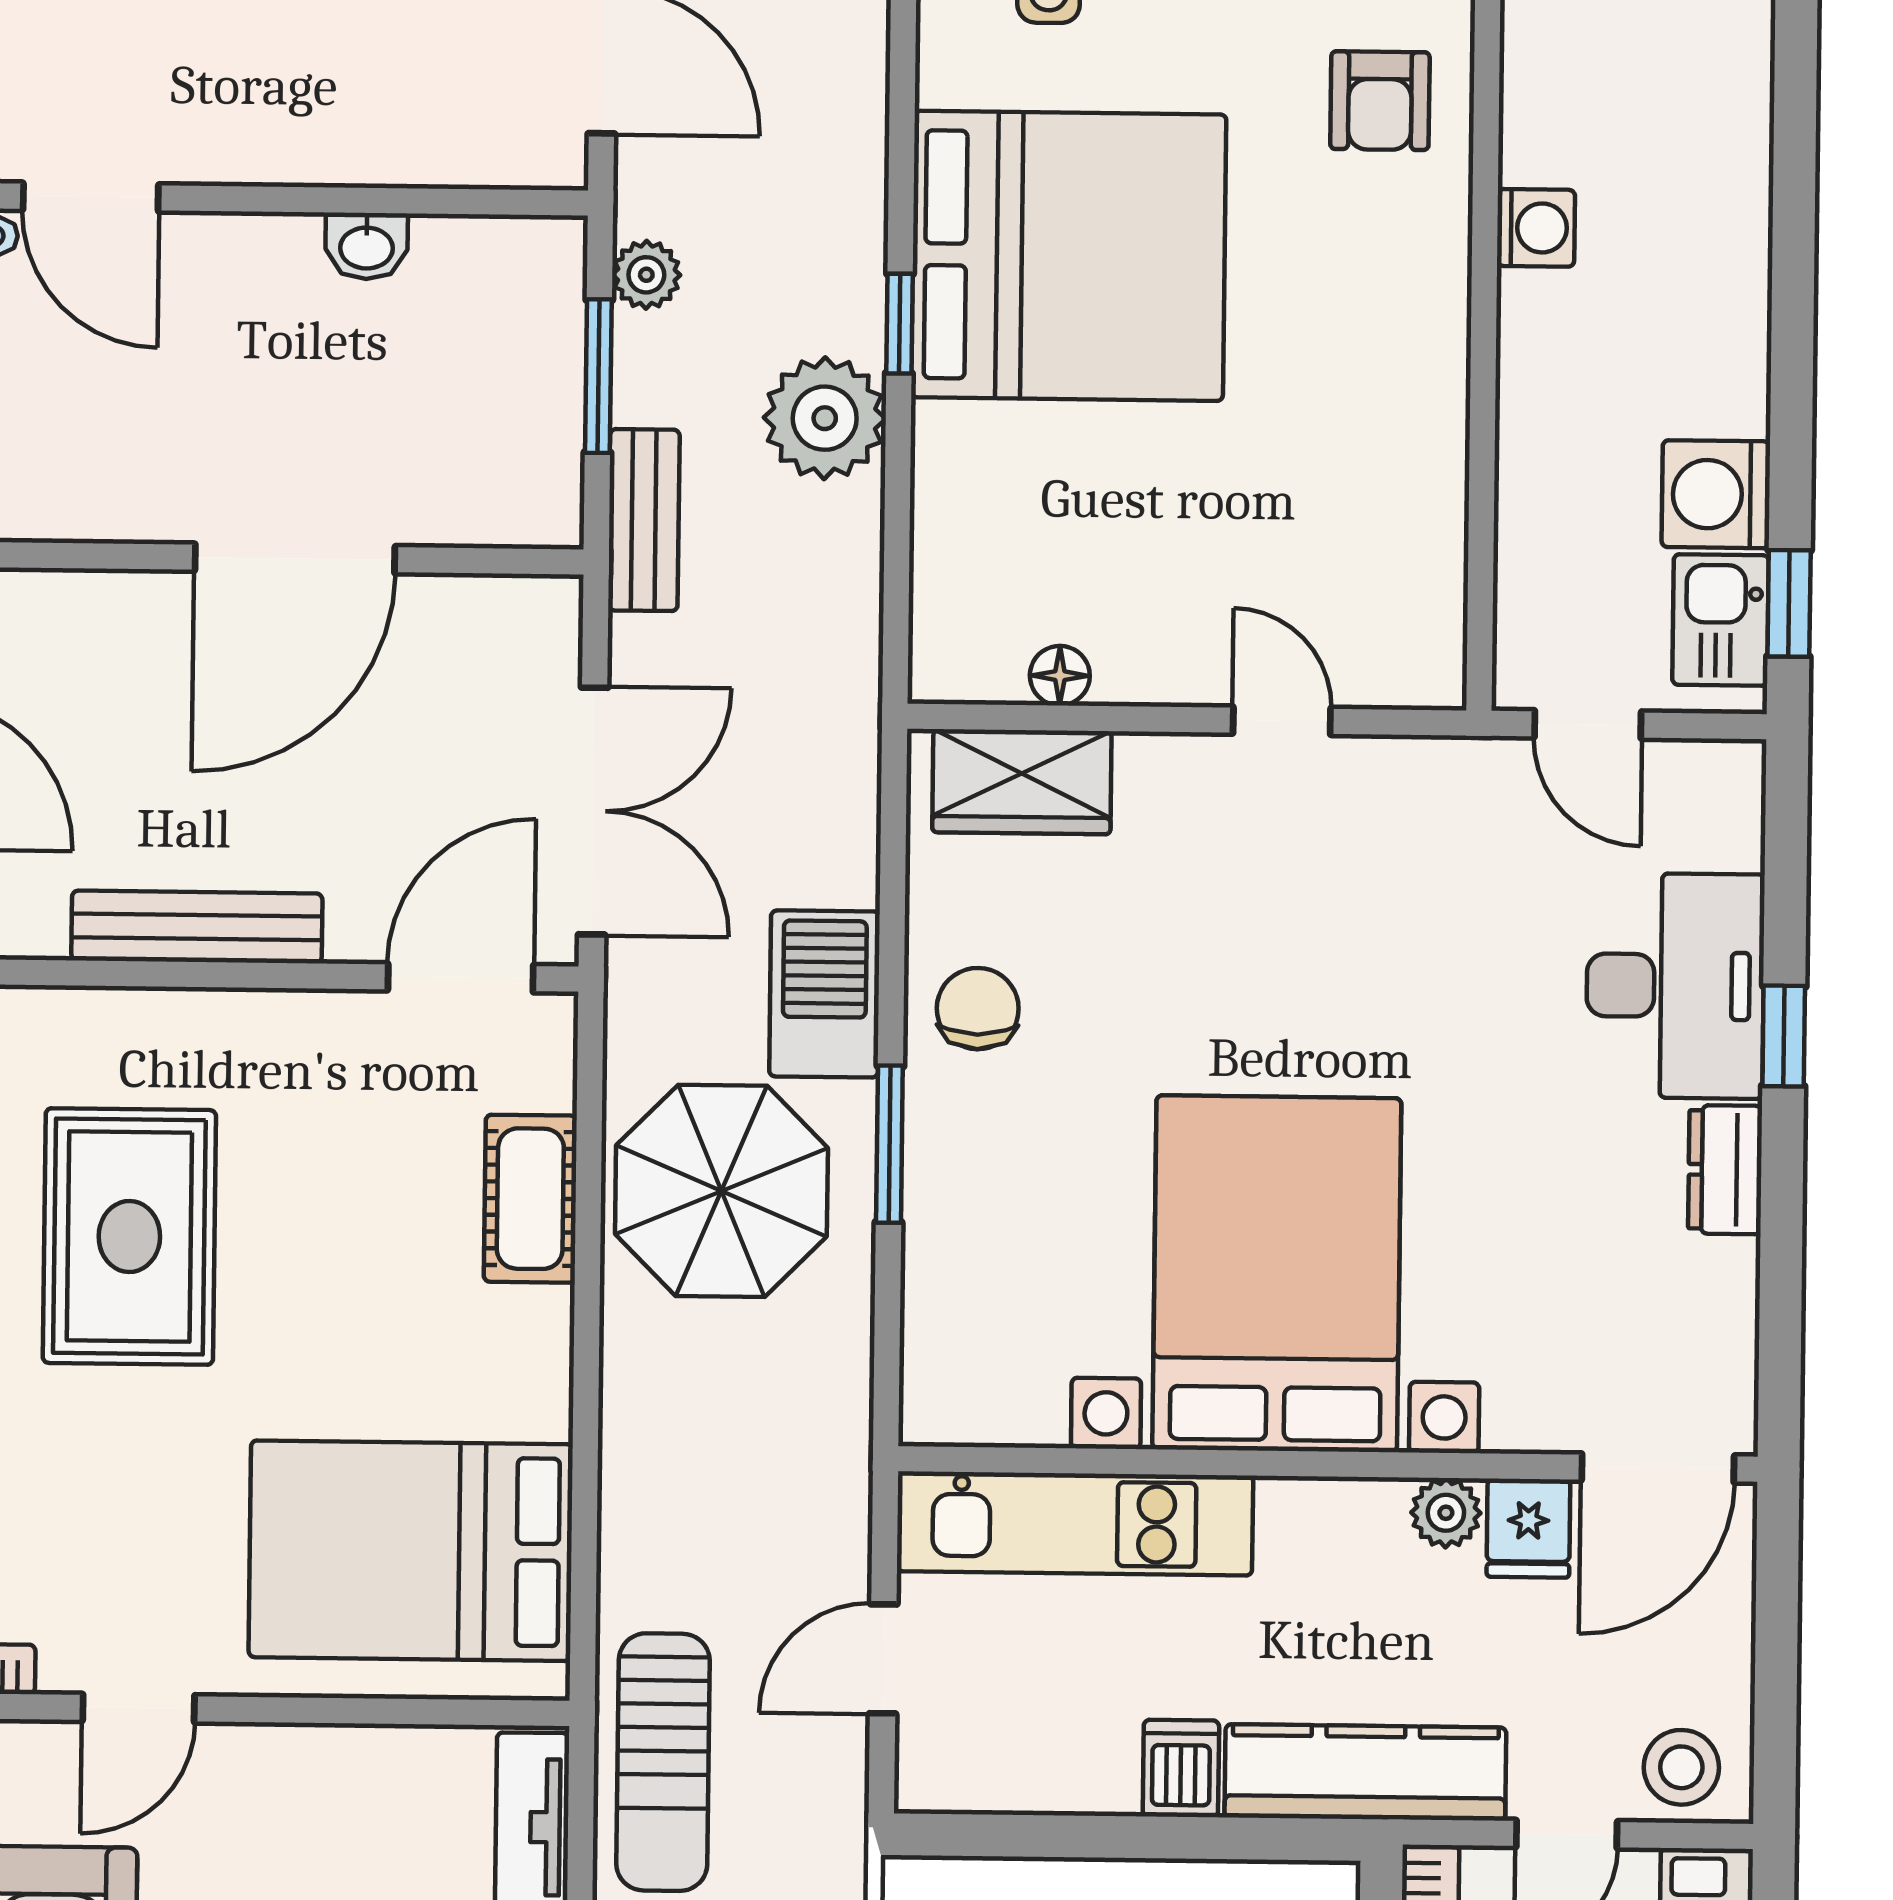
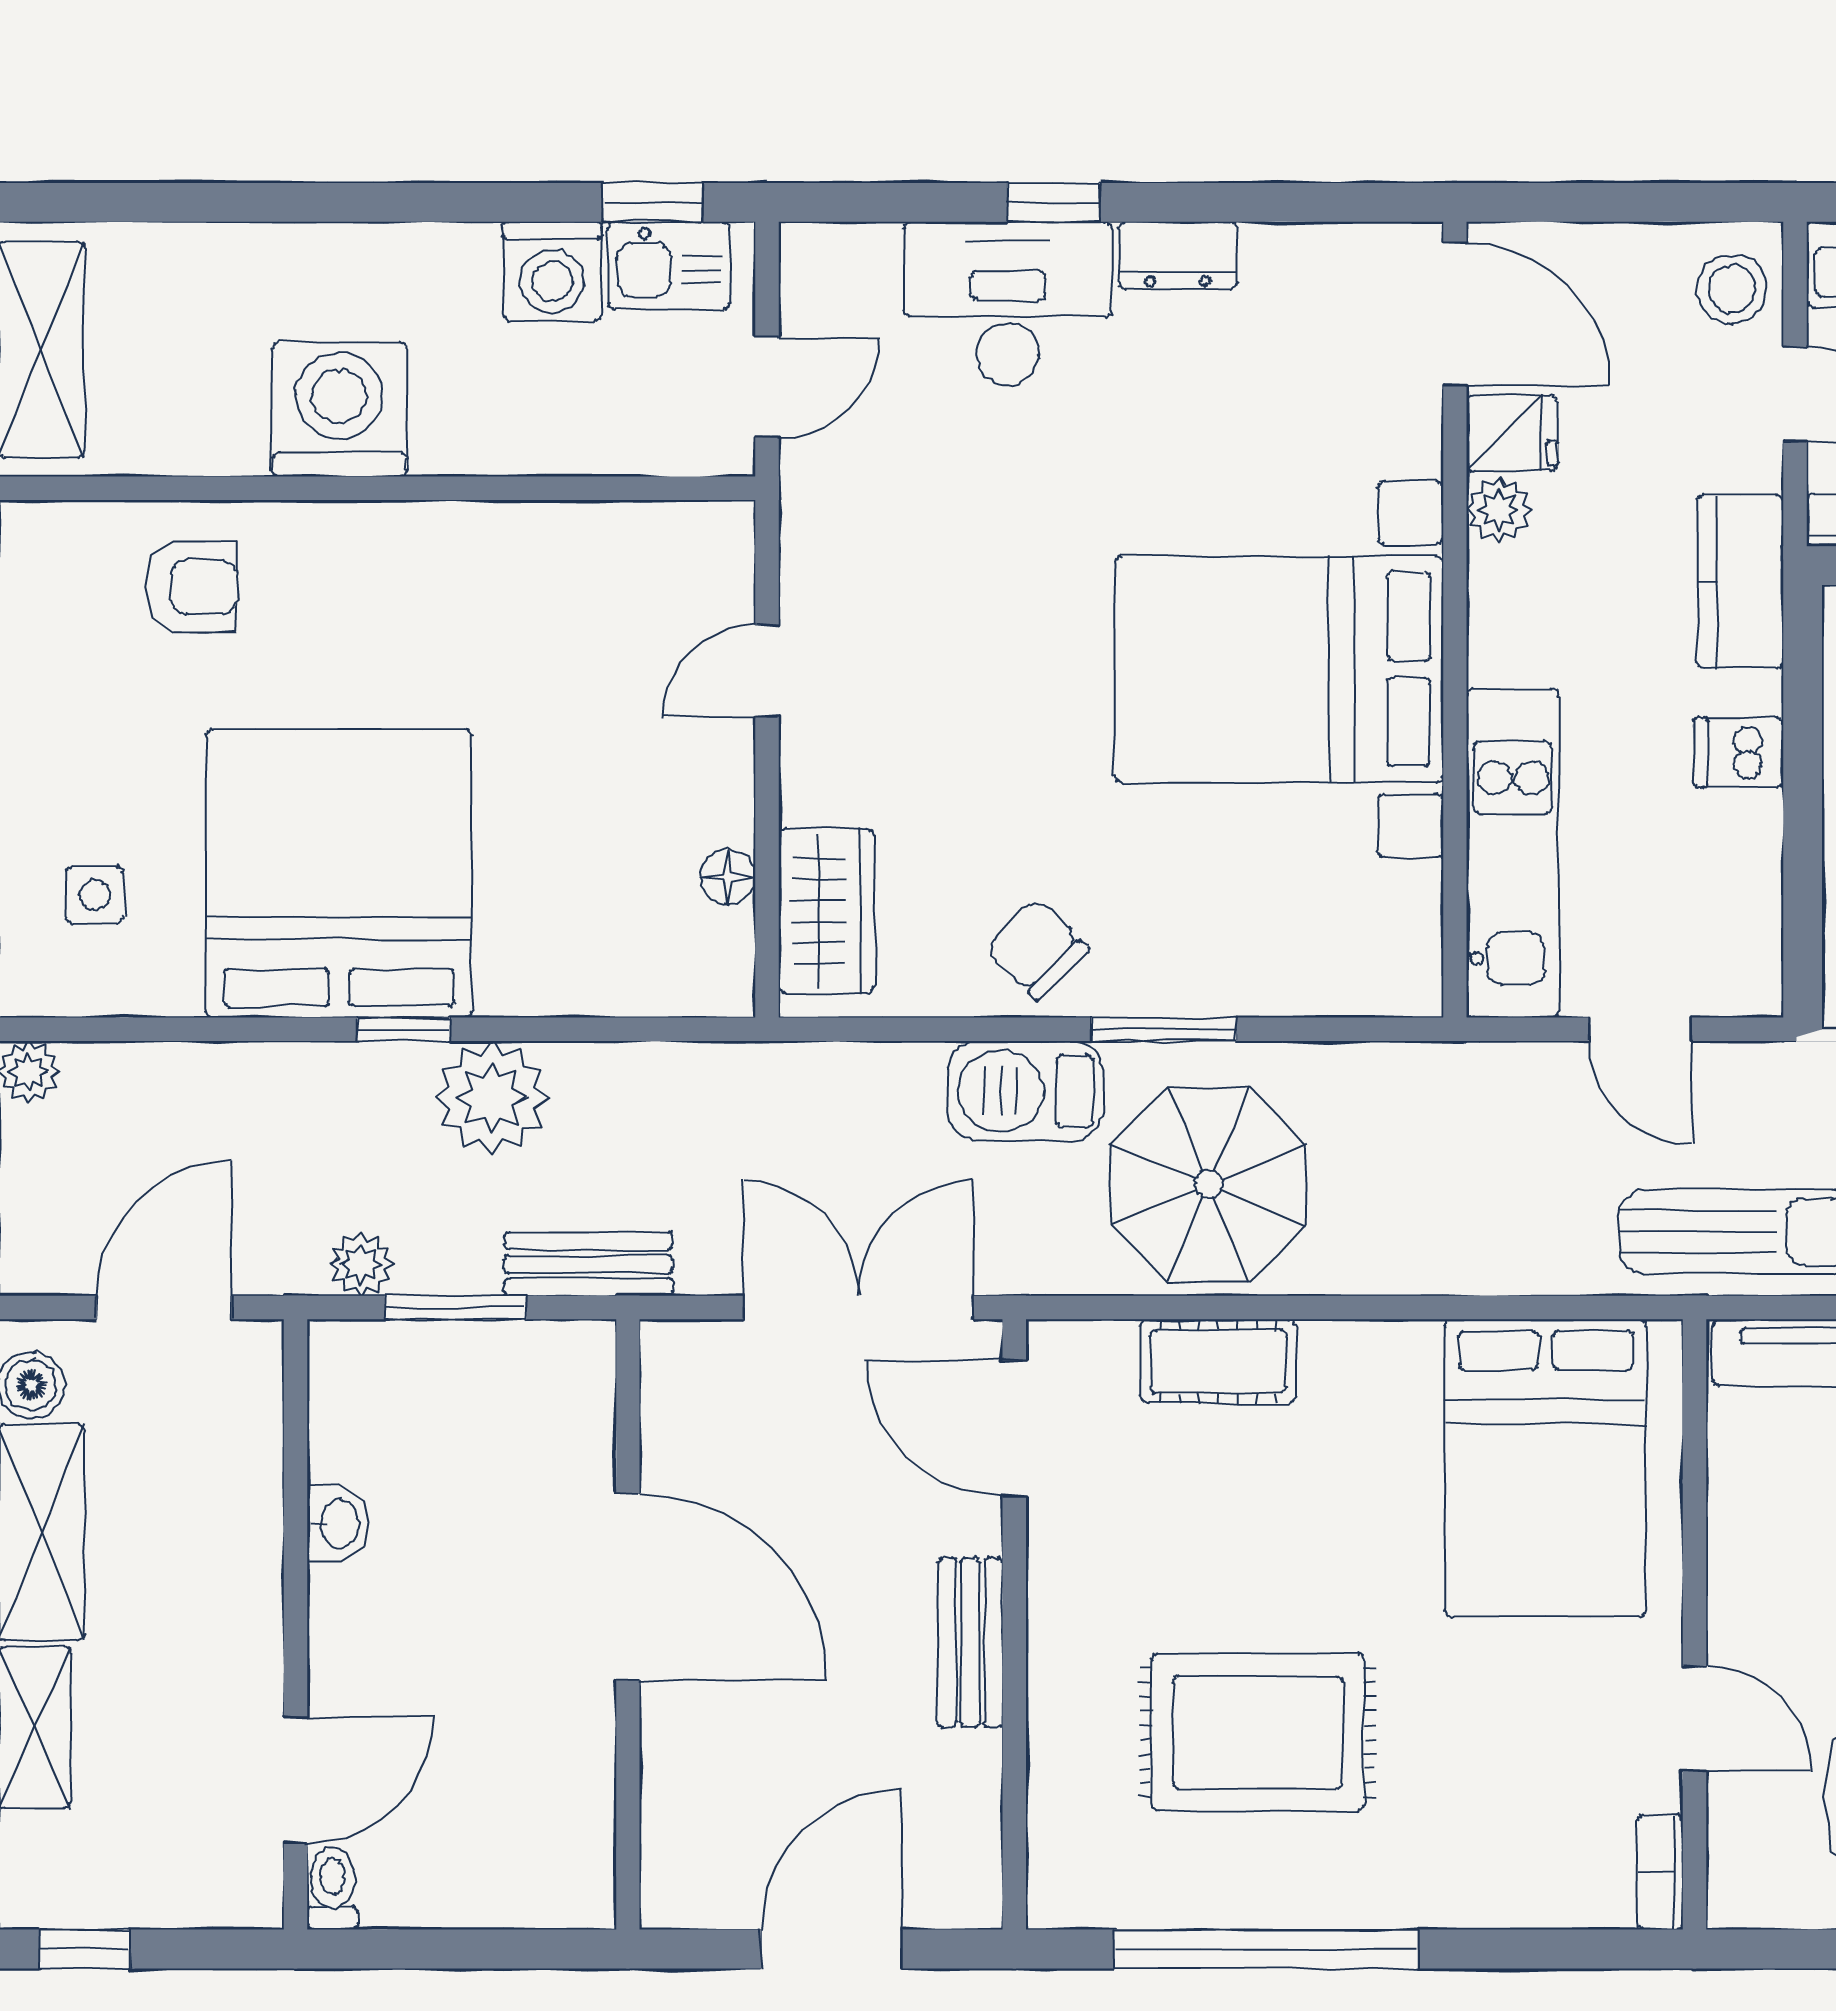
washing machine: (1536, 228) -> (339, 409), width x1.89, depth x1.89
bench: (197, 927) -> (970, 1642), width x0.73
chair: (978, 1009) -> (1037, 949), turned 45
kitchen counter: (1365, 1772) -> (1740, 581), width x0.67

